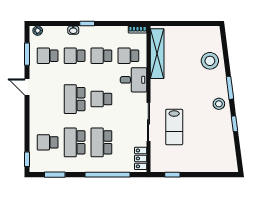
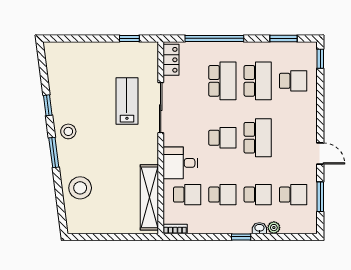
plant: (38, 31) -> (274, 228), moved

